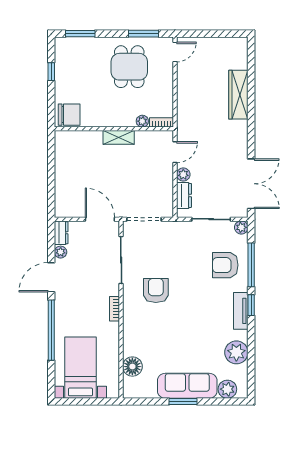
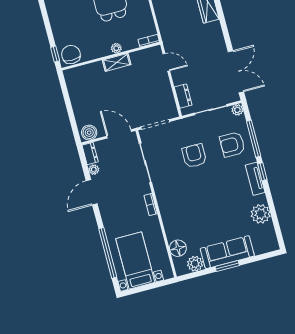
window: (51, 72) -> (55, 54), moved
chair: (69, 115) -> (71, 55), turned -90
plant: (142, 121) -> (116, 48), moved
door: (175, 152) -> (166, 62), hinge flipped
plant: (183, 174) -> (178, 79), removed
boiler: (66, 209) -> (89, 133), added
armchair: (156, 290) -> (194, 156), moved
window: (51, 330) -> (108, 253), moved
plant: (227, 389) -> (195, 264), moved

